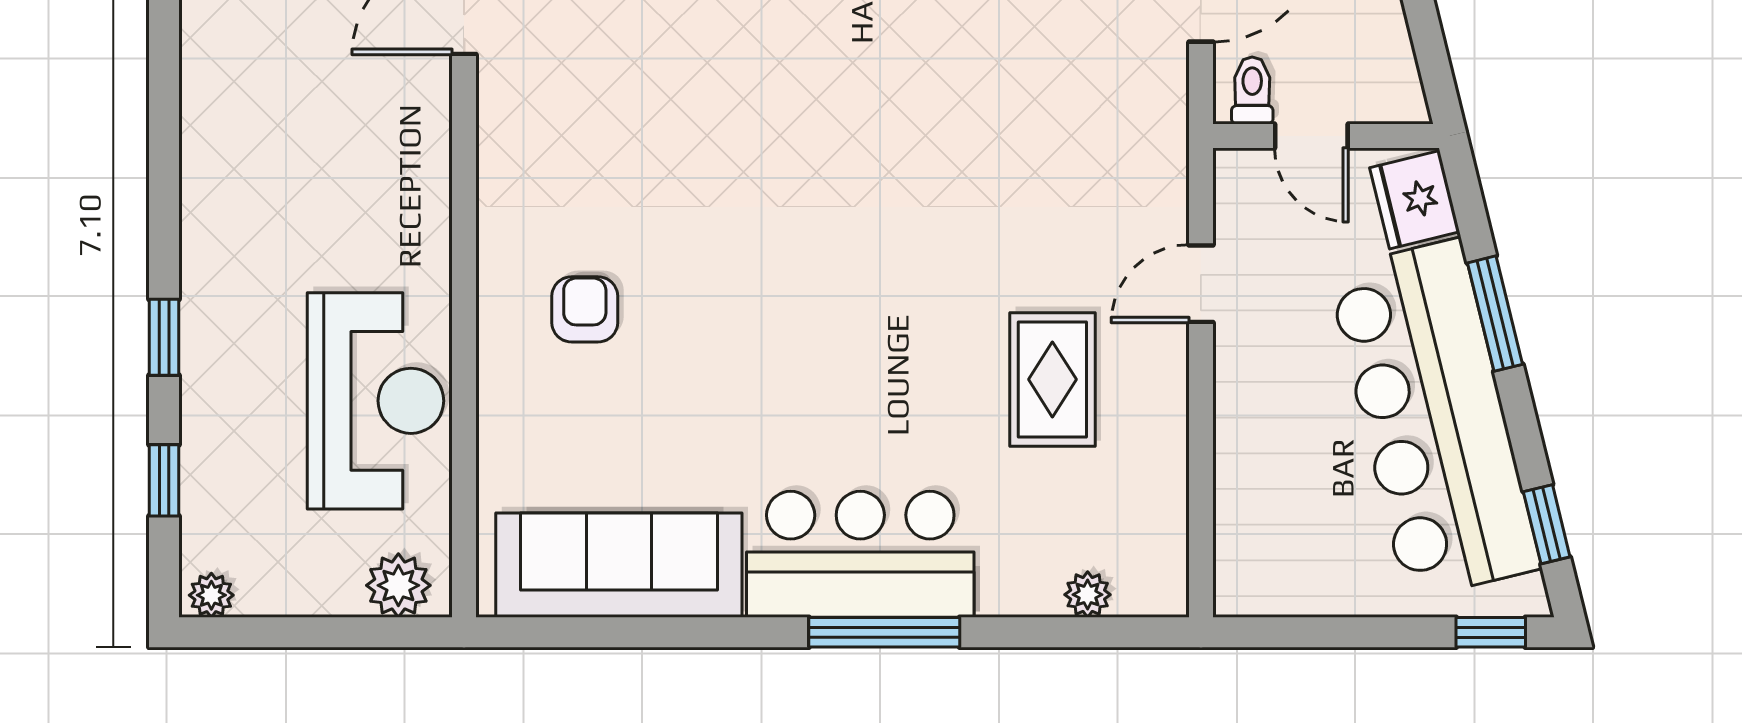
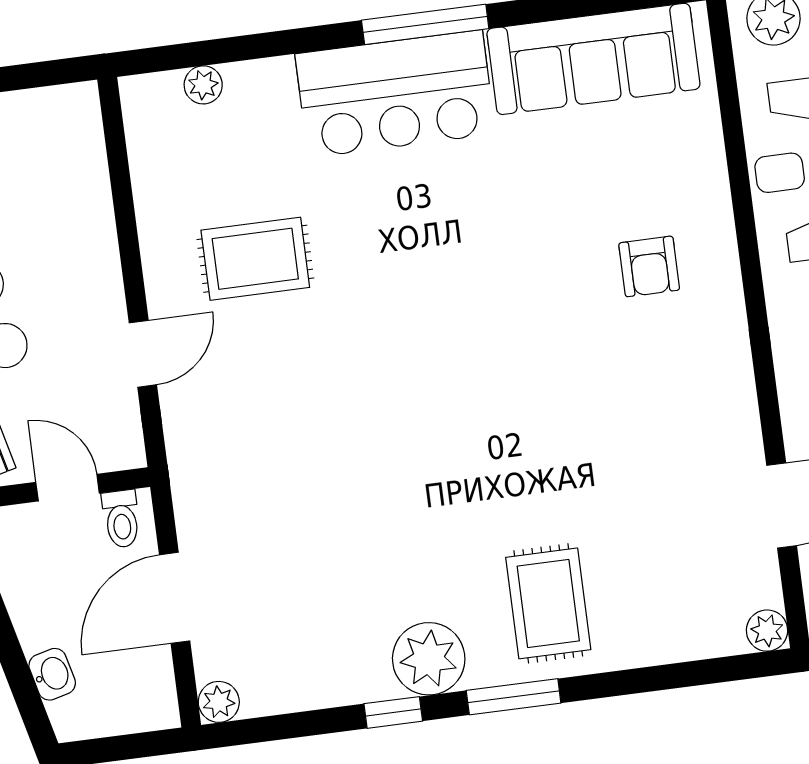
rug: (1052, 379) -> (255, 259), turned 90
window: (884, 632) -> (425, 24), moved

